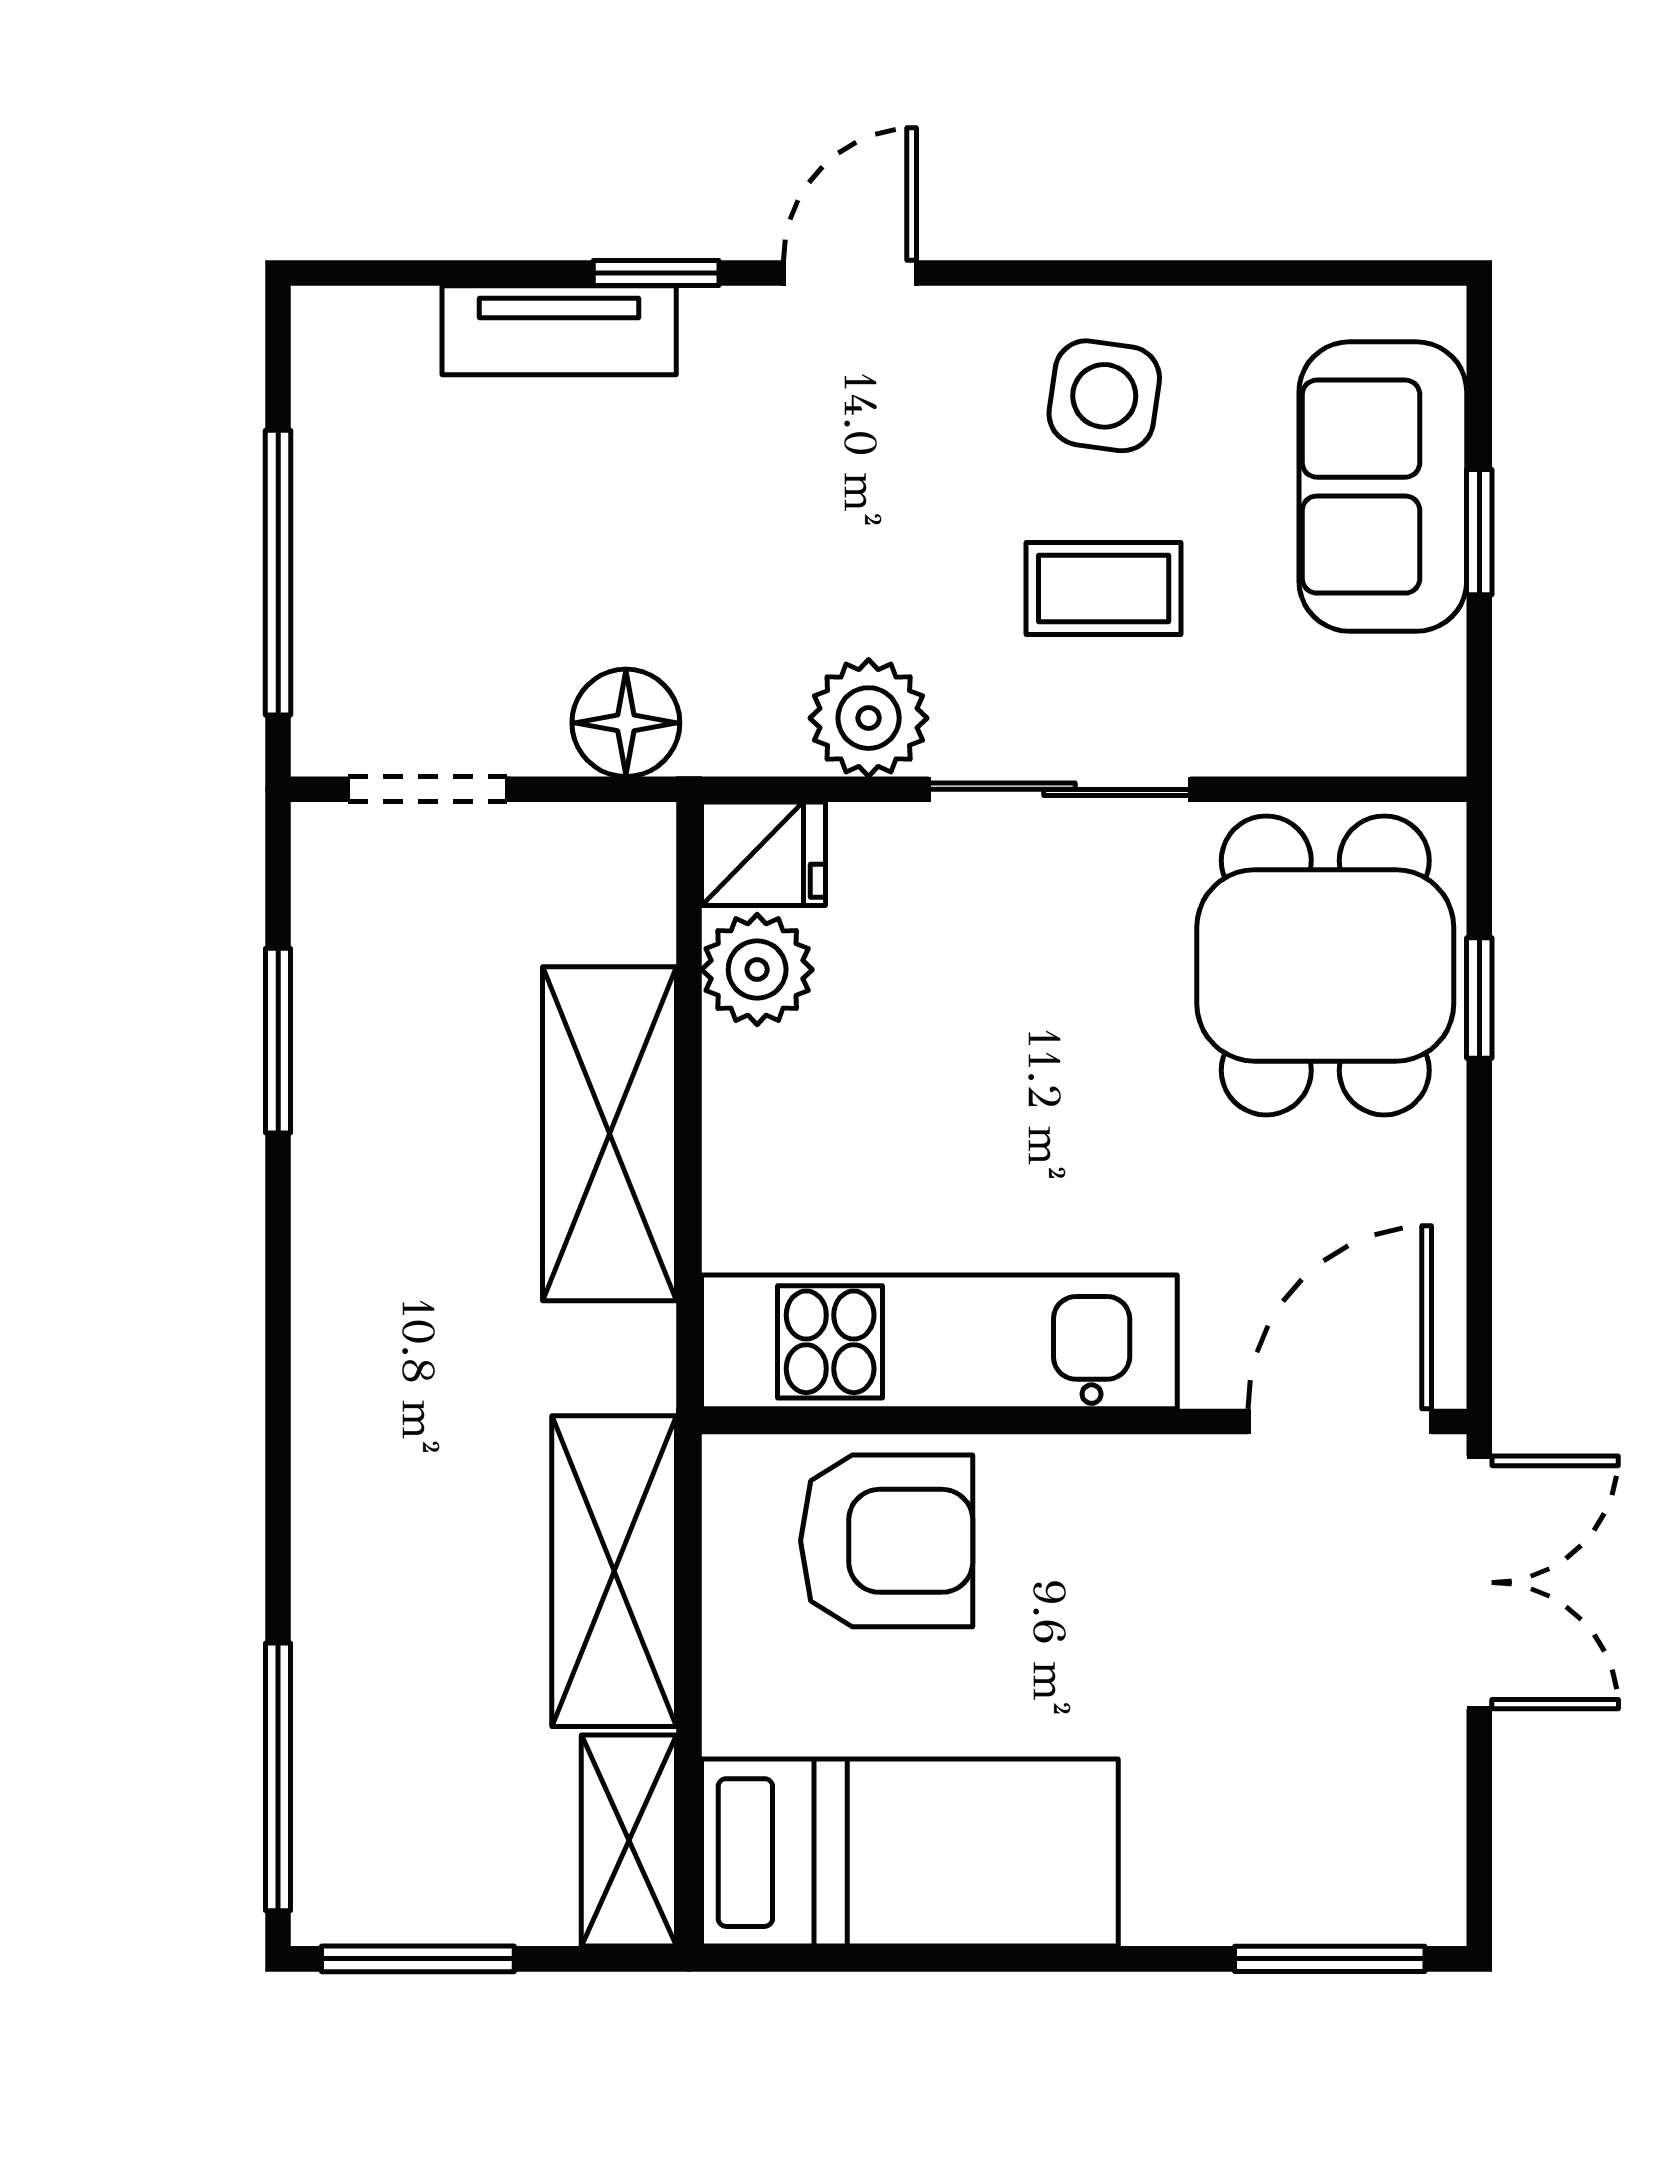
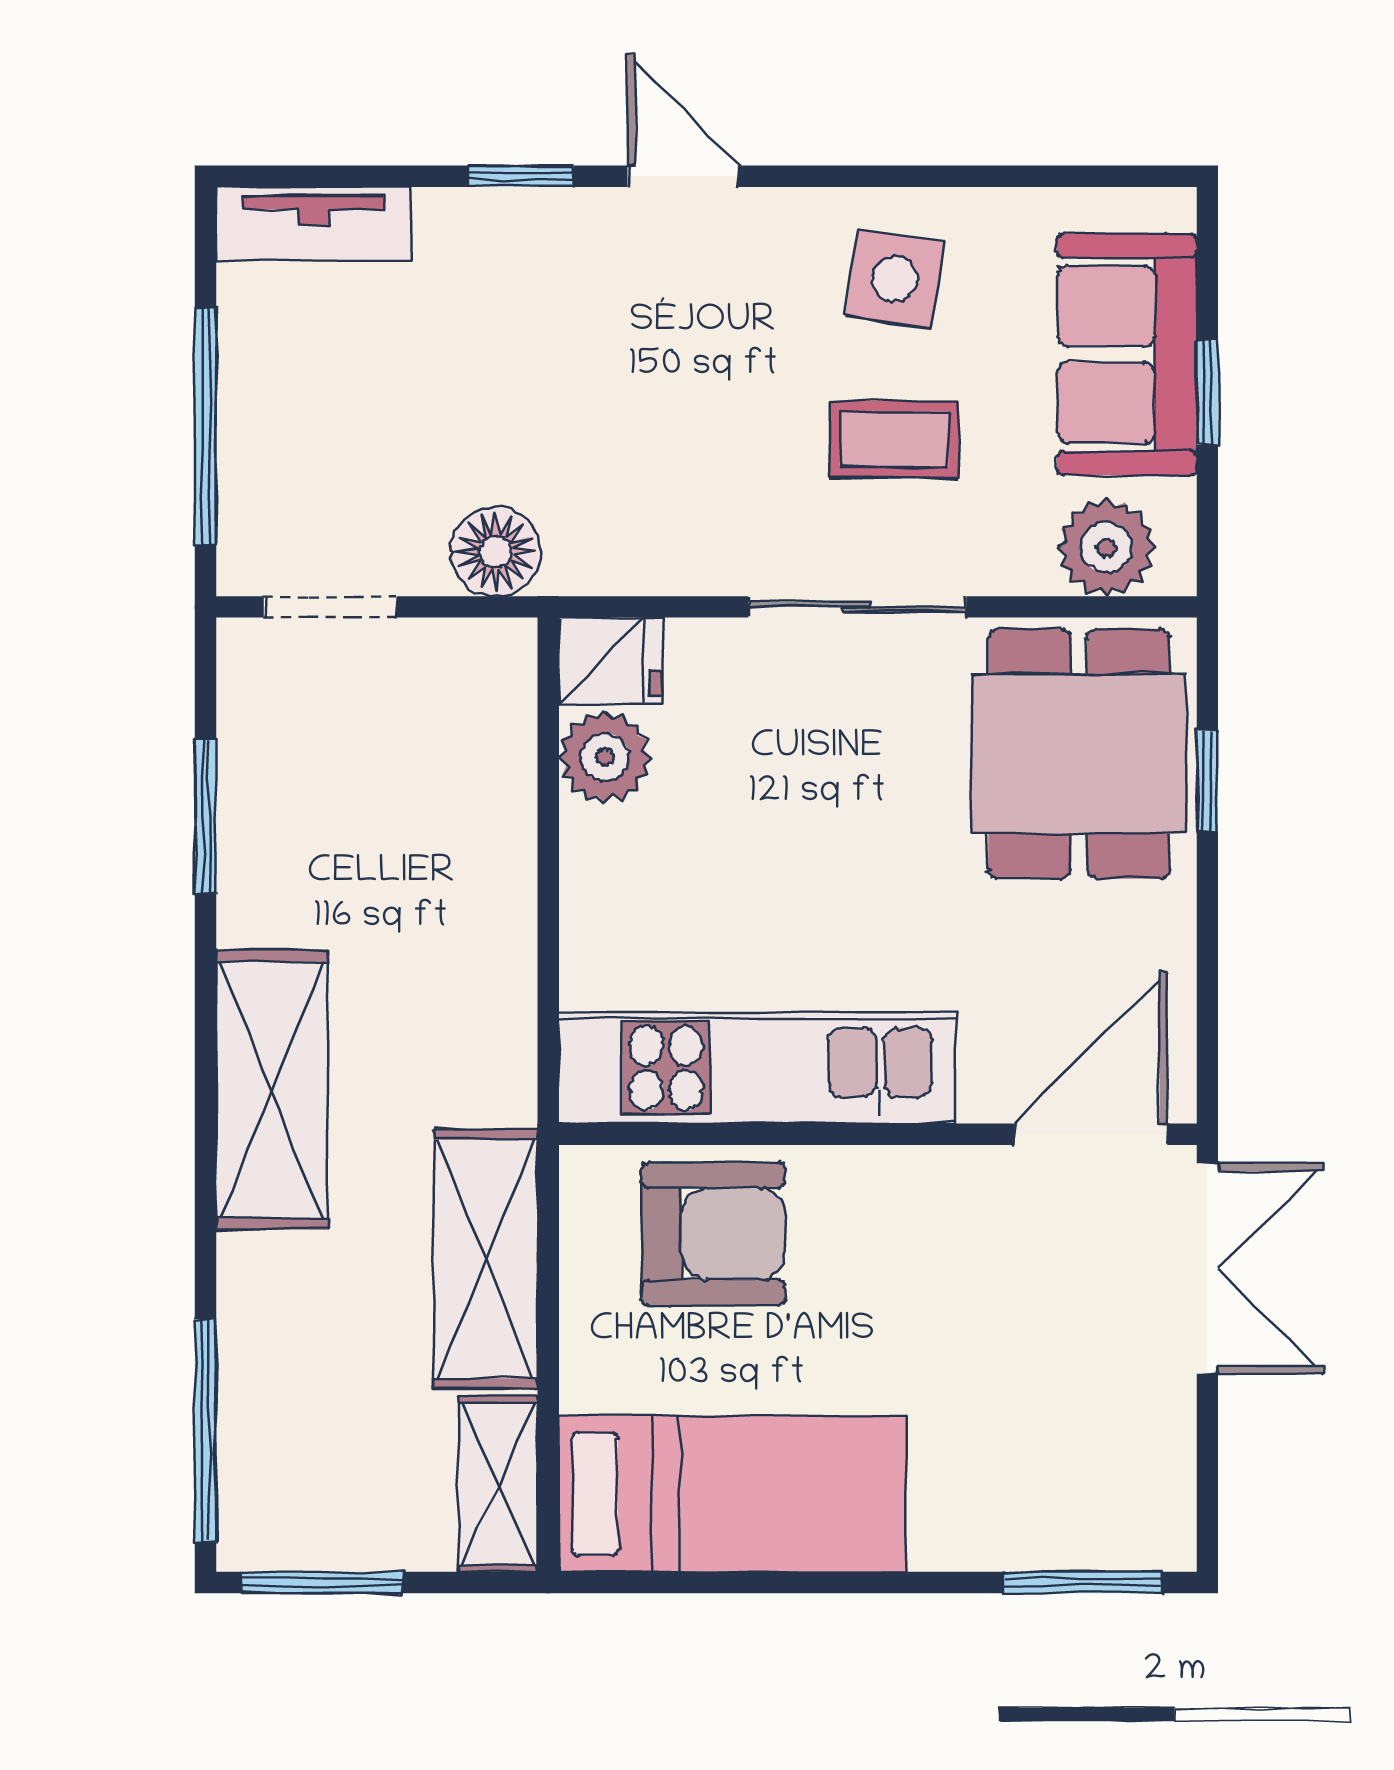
door: (850, 273) -> (683, 176), hinge flipped
tv unit: (559, 330) -> (314, 224), moved
plant: (869, 718) -> (1106, 547), moved
shelving: (610, 1134) -> (272, 1090), moved

